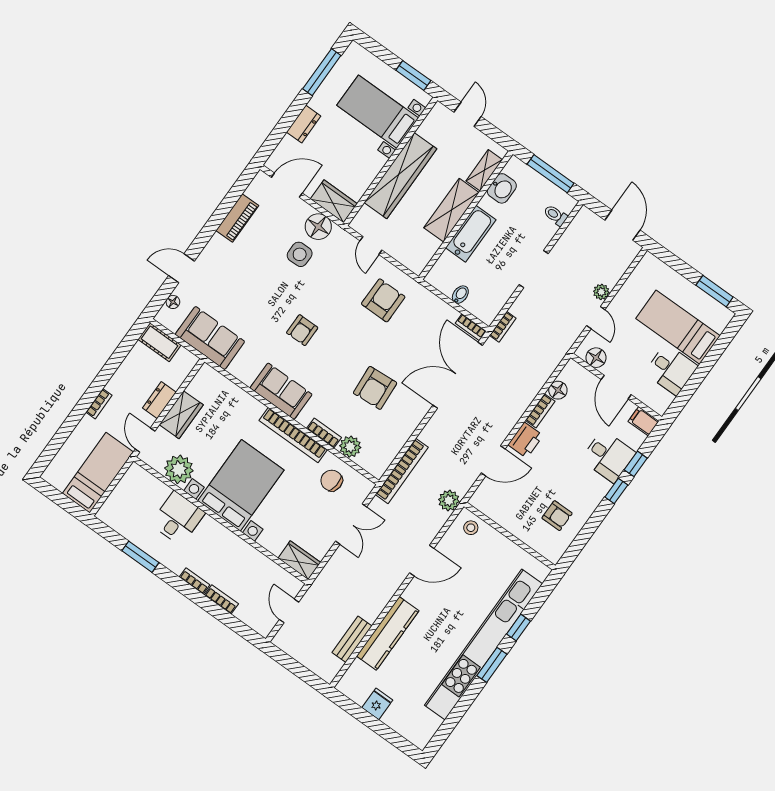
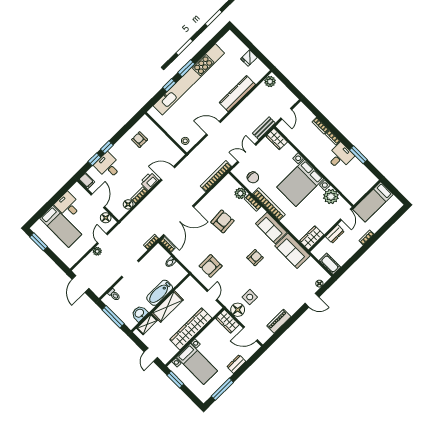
sofa: (210, 338) -> (292, 251), moved
wardrobe: (181, 415) -> (312, 238), moved
plant: (449, 501) -> (270, 82), moved
desk: (178, 518) -> (340, 156), moved, turned 180
bench: (352, 639) -> (264, 128), moved

